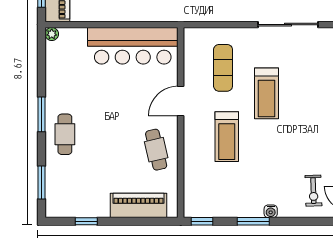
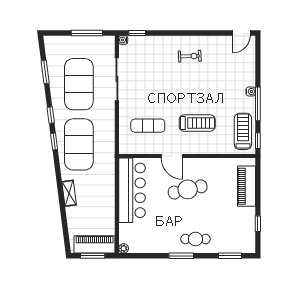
treadmill: (266, 93) -> (243, 131), moved, turned -90
cafe table: (156, 150) -> (188, 189), moved, width x1.37, depth x1.35
exercise bike: (313, 191) -> (190, 56), moved
window: (253, 221) -> (258, 104), width x1.44

